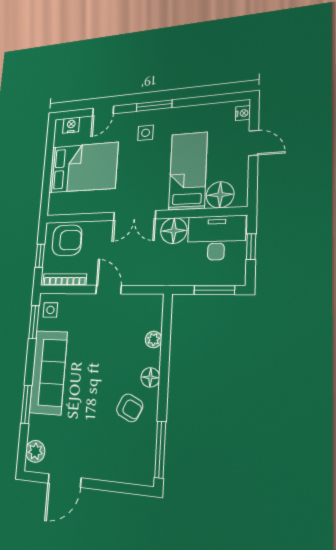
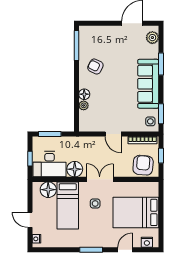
side table: (146, 133) -> (95, 203), moved
armchair: (67, 240) -> (143, 165), turned 95
floor lamp: (150, 377) -> (84, 94), moved

